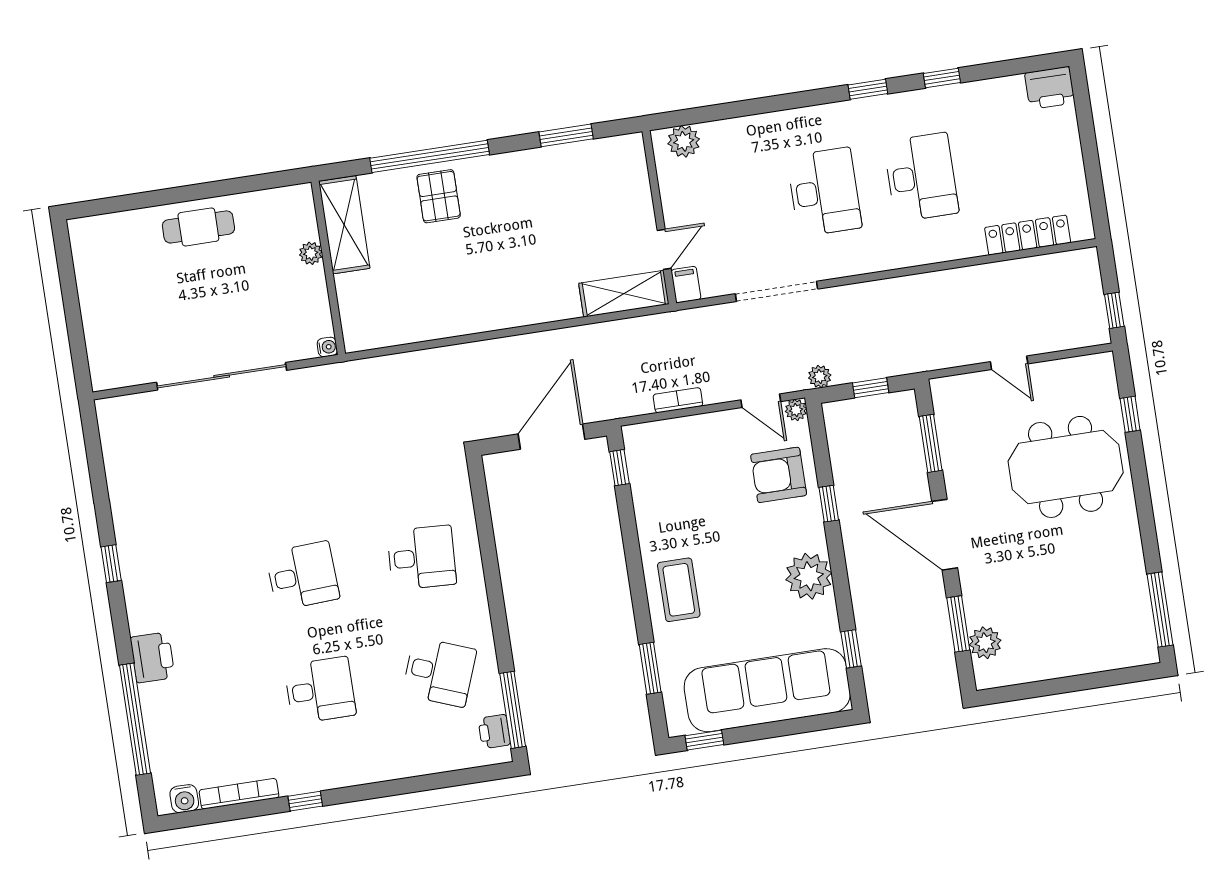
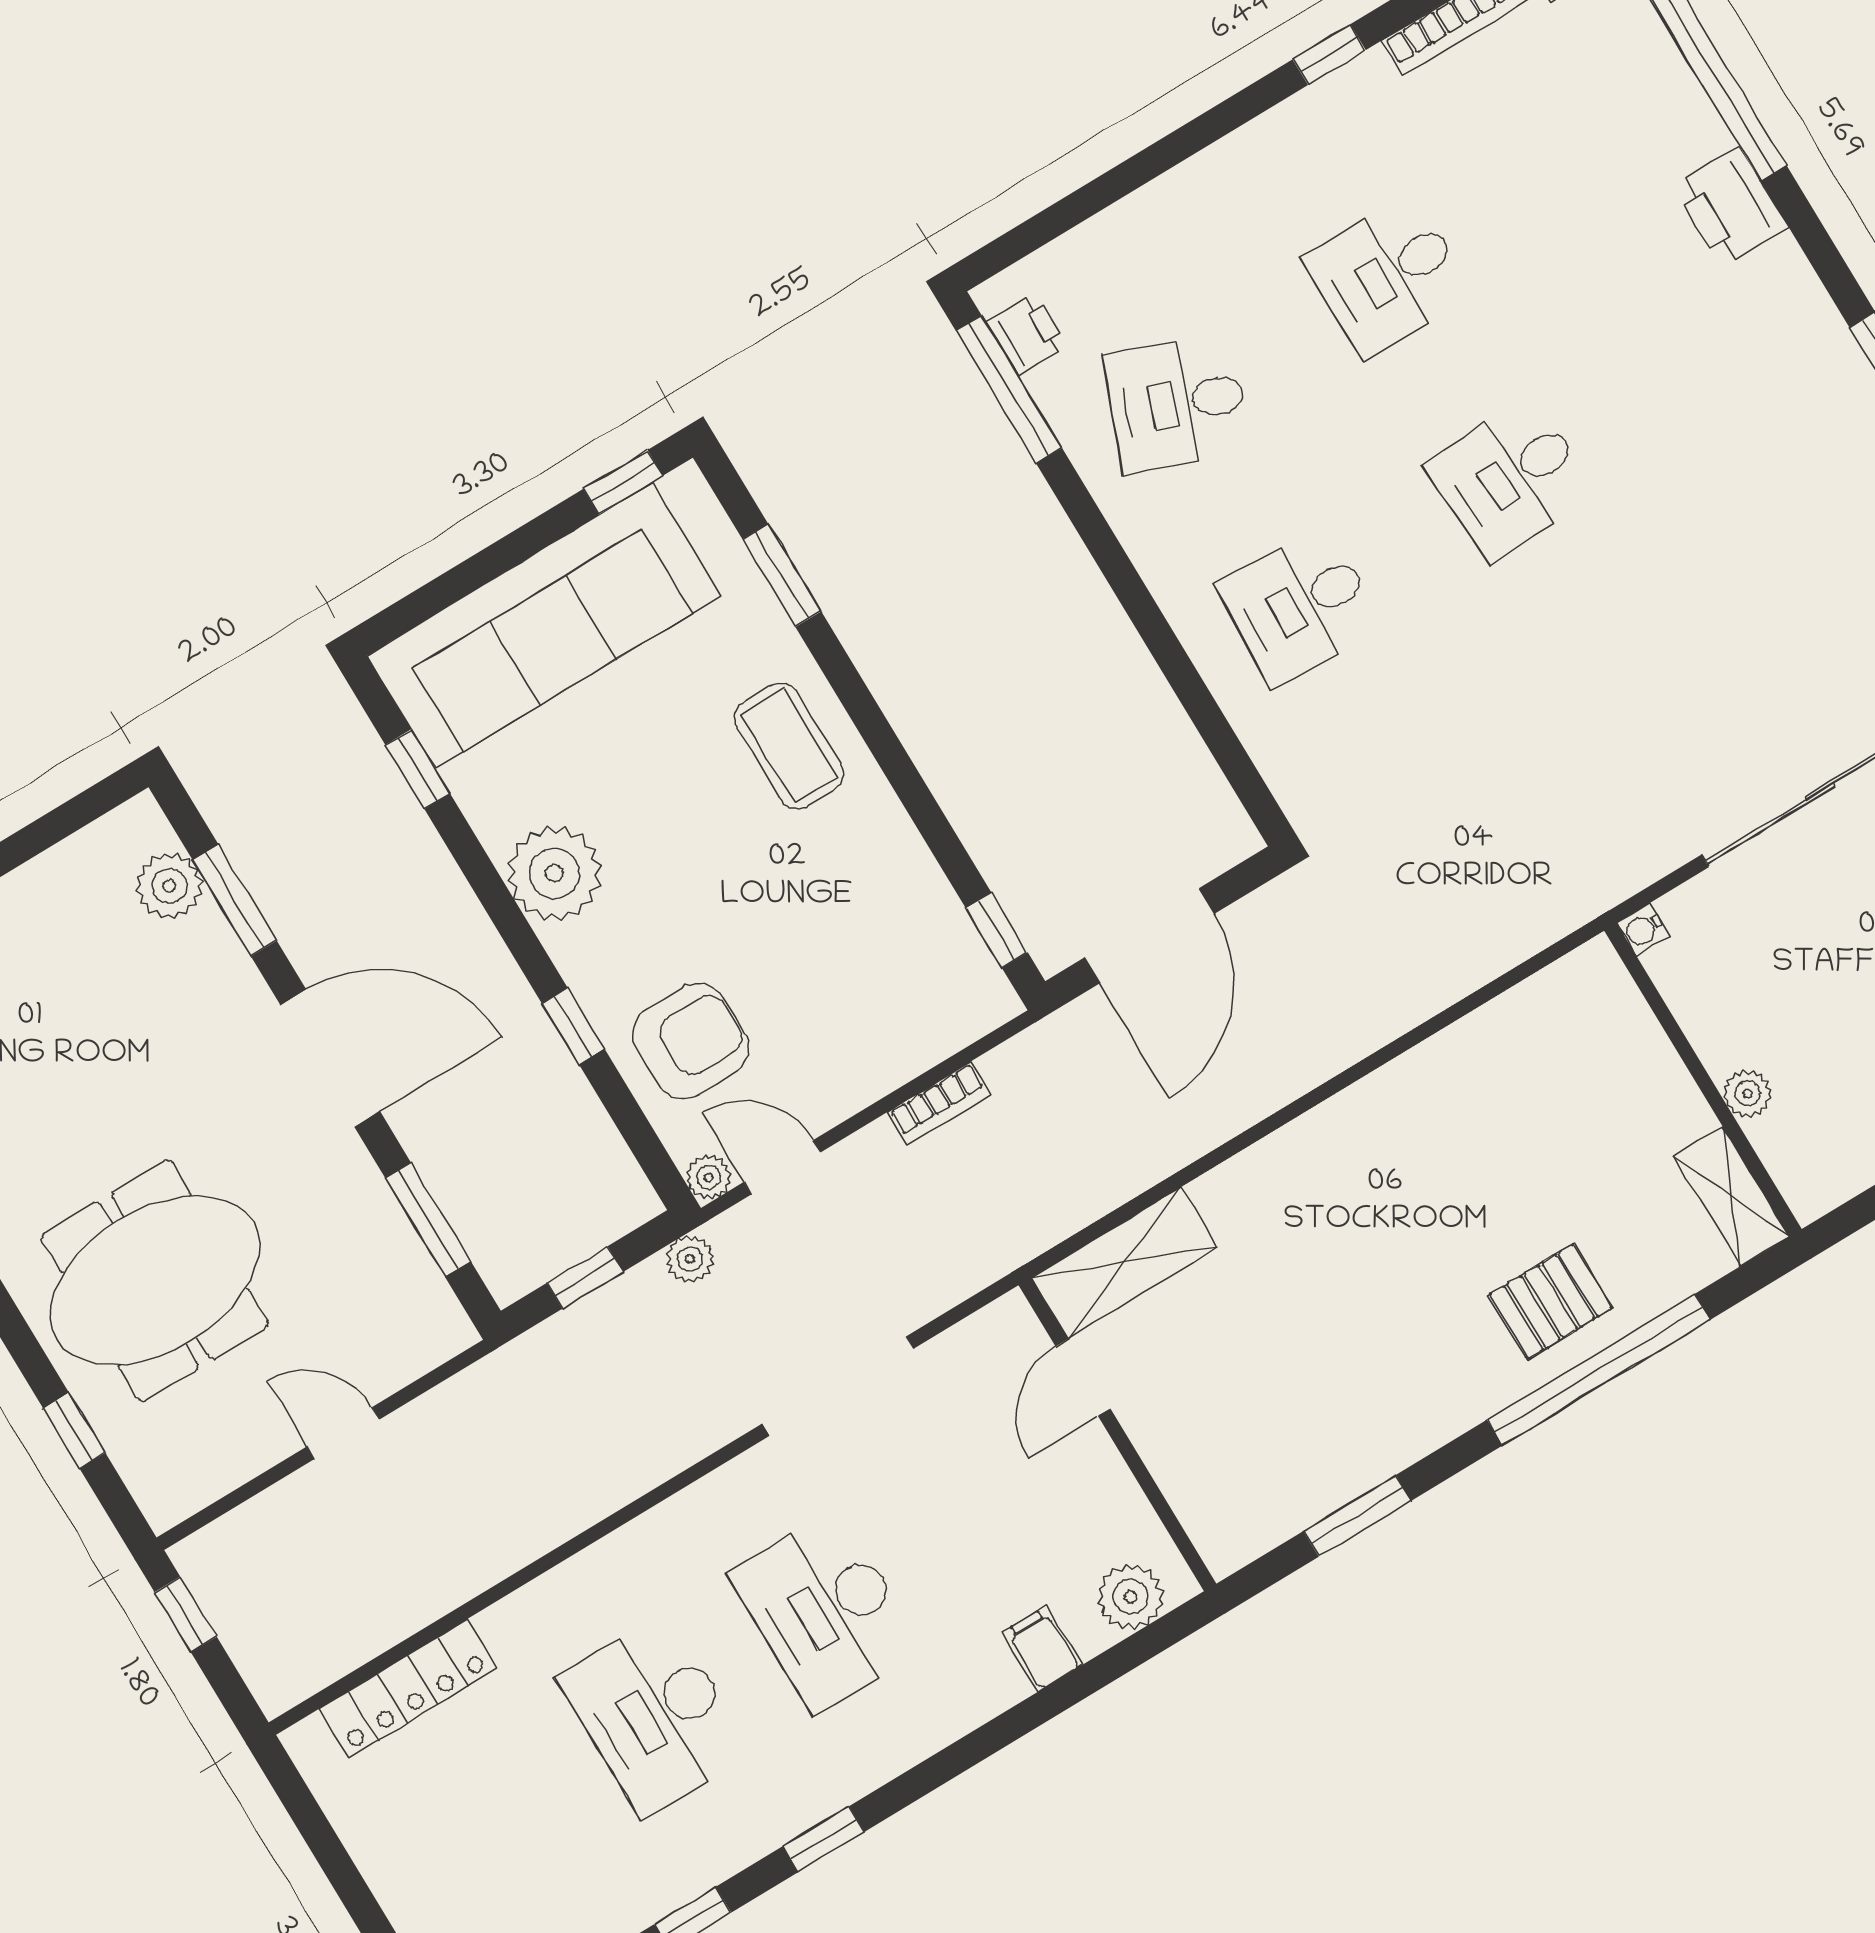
pallet: (439, 196) -> (1551, 1301), turned 90
shelving: (344, 225) -> (1731, 1196), width x0.67, depth x0.75
filing cabinet: (686, 285) -> (1042, 1649), moved, turned 180

